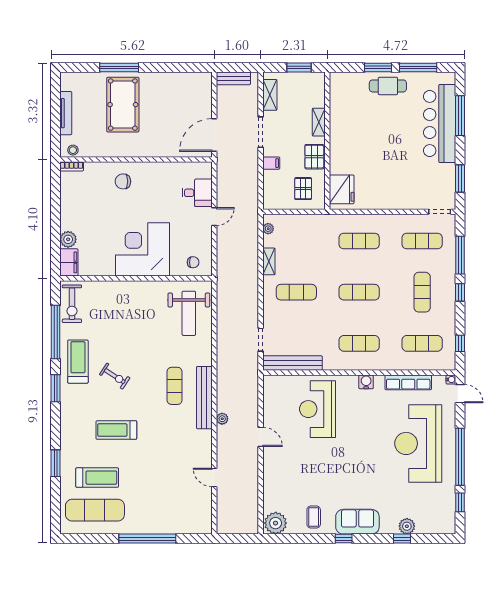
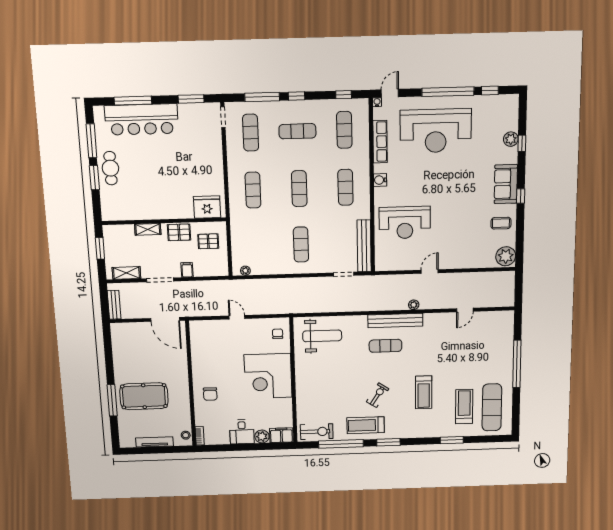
desk: (197, 193) -> (242, 432), moved, turned 180
shelving: (269, 261) -> (274, 269), removed

